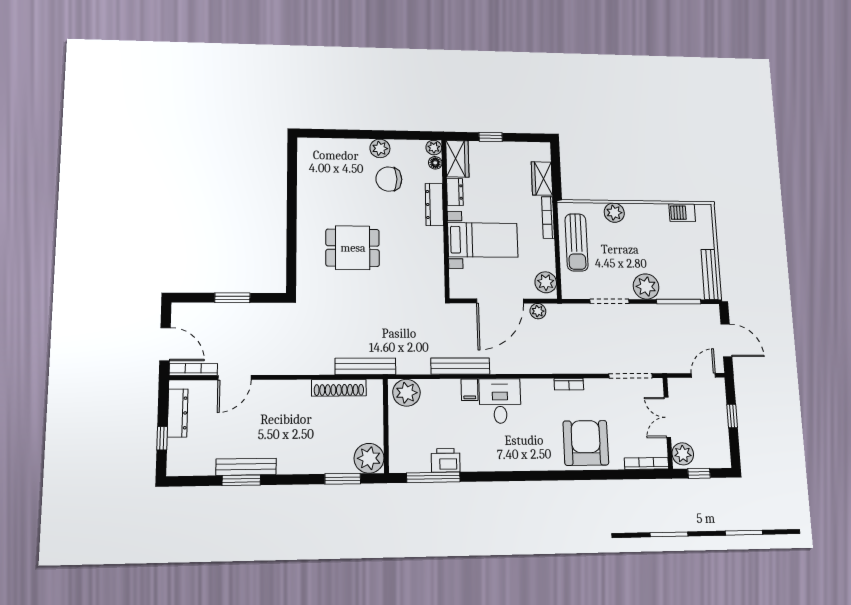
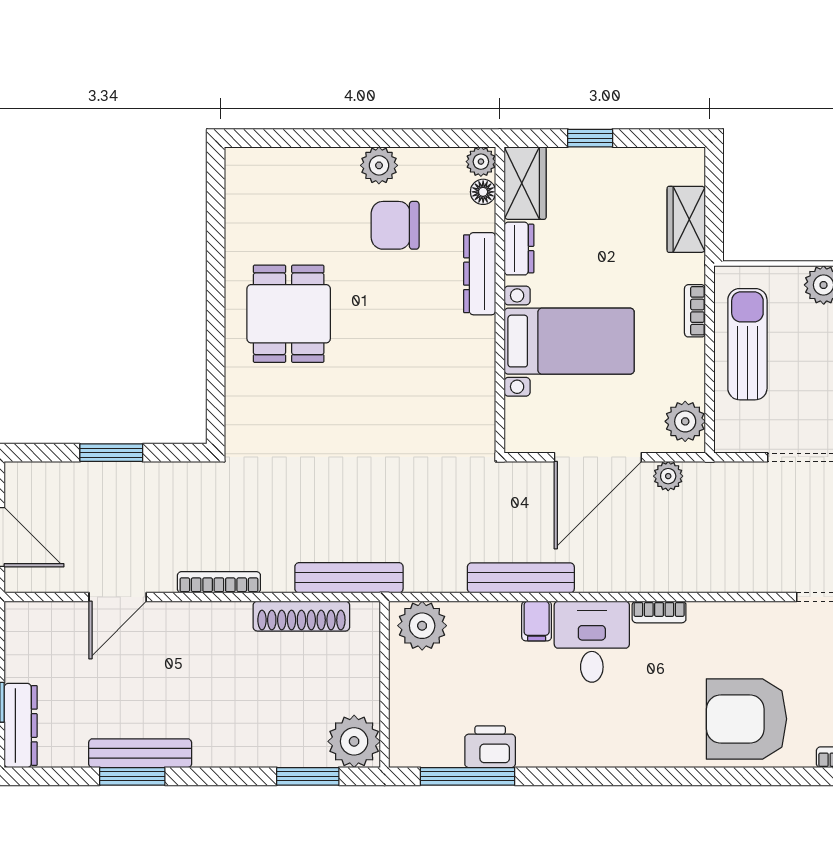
bookcase: (548, 217) -> (695, 311), width x0.64
sun lounger: (577, 242) -> (747, 344), turned 180
dining table: (353, 248) -> (289, 314), moved, turned 90
bookcase: (193, 369) -> (219, 582), moved
bookcase: (569, 384) -> (659, 612), moved
dresser: (178, 413) -> (21, 725), moved
armchair: (586, 443) -> (746, 719), turned -90

